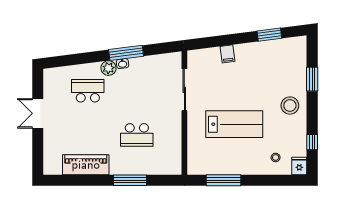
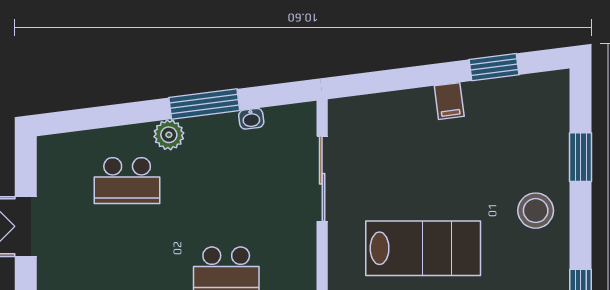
filing cabinet: (227, 54) -> (449, 101), moved
washbasin: (123, 64) -> (251, 119), moved
school desk: (88, 91) -> (127, 181), turned 180

